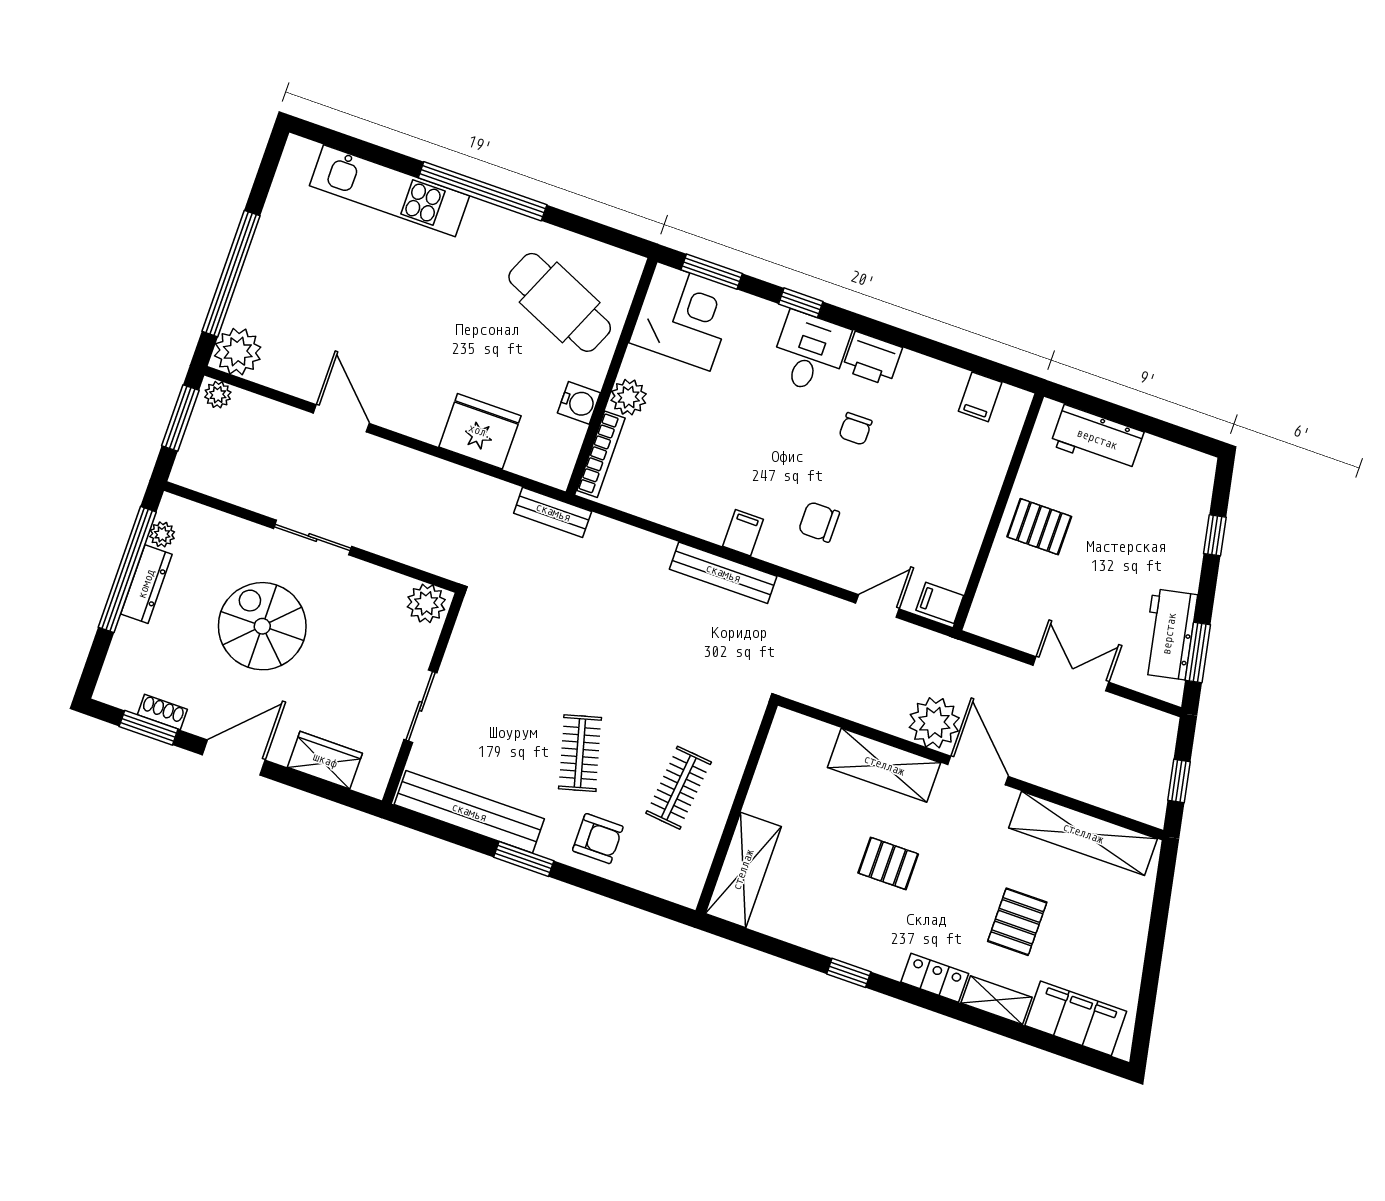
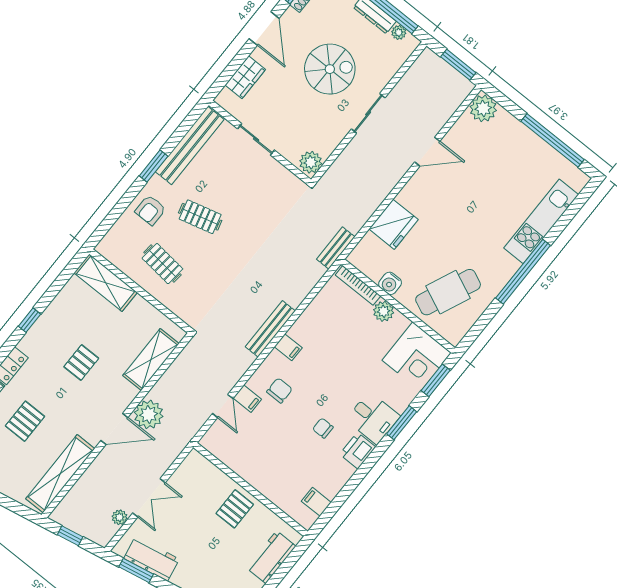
window: (231, 274) -> (552, 140), moved
window: (801, 303) -> (402, 423), width x1.50
plant: (218, 395) -> (120, 517), moved
filing cabinet: (940, 603) -> (247, 399), moved, turned 90
shelving: (884, 765) -> (151, 360), moved
pallet: (1017, 922) -> (25, 421), turned 90

